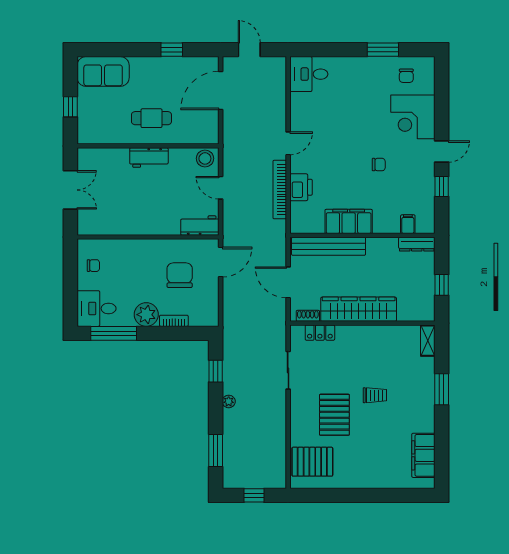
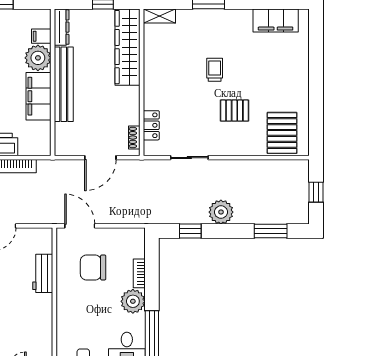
plant: (386, 221) -> (38, 58), added
workbench: (200, 226) -> (43, 273), moved
bench: (329, 246) -> (64, 84), moved
wardrobe: (359, 309) -> (128, 47), moved
plant: (229, 401) -> (221, 212), width x1.88, depth x1.88
pallet: (334, 415) -> (234, 111), width x0.67, depth x0.71

